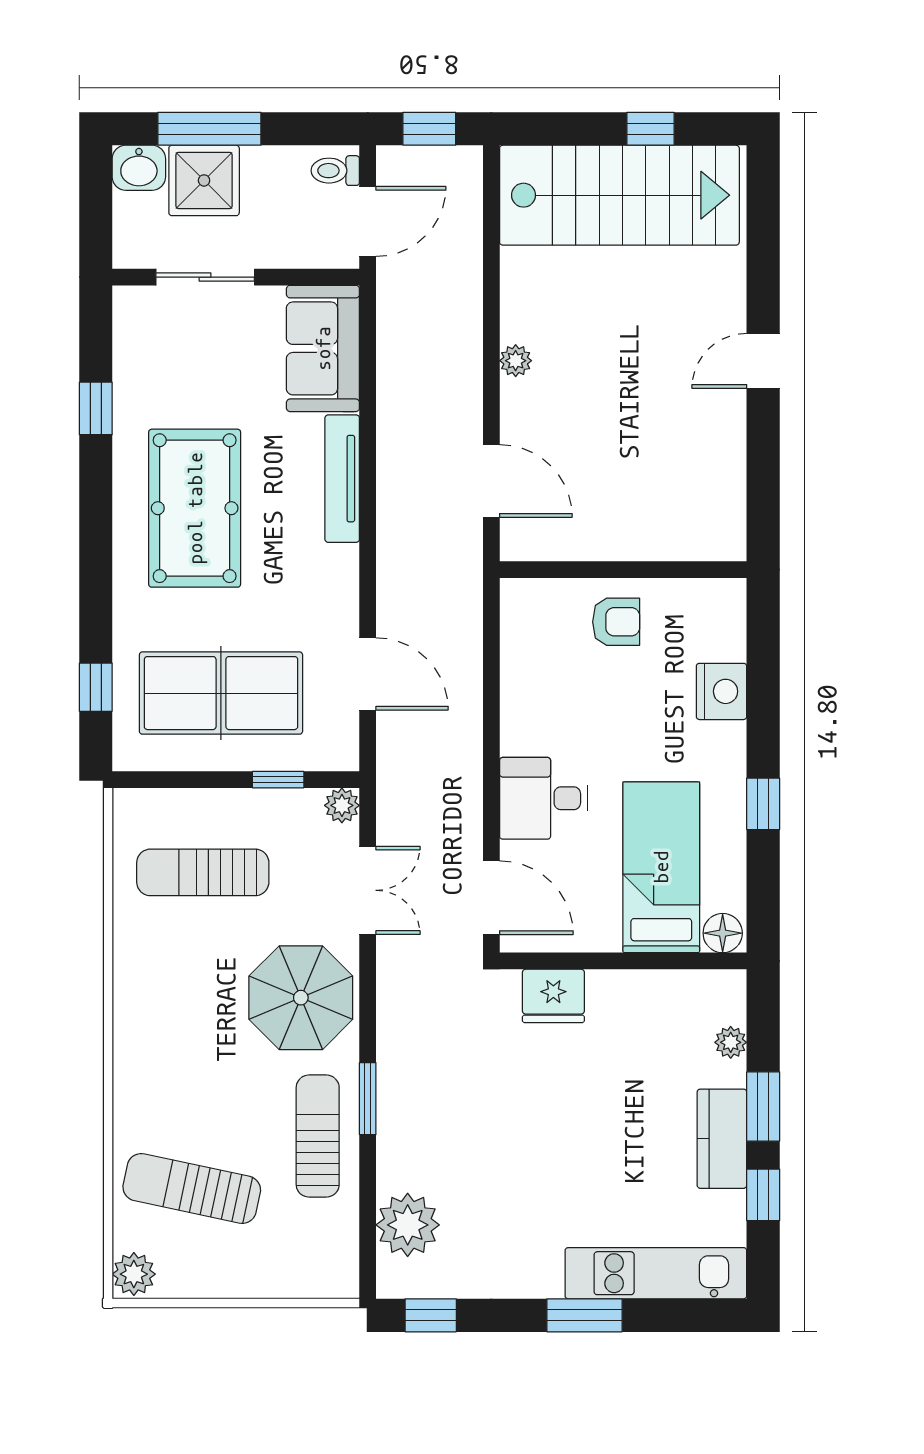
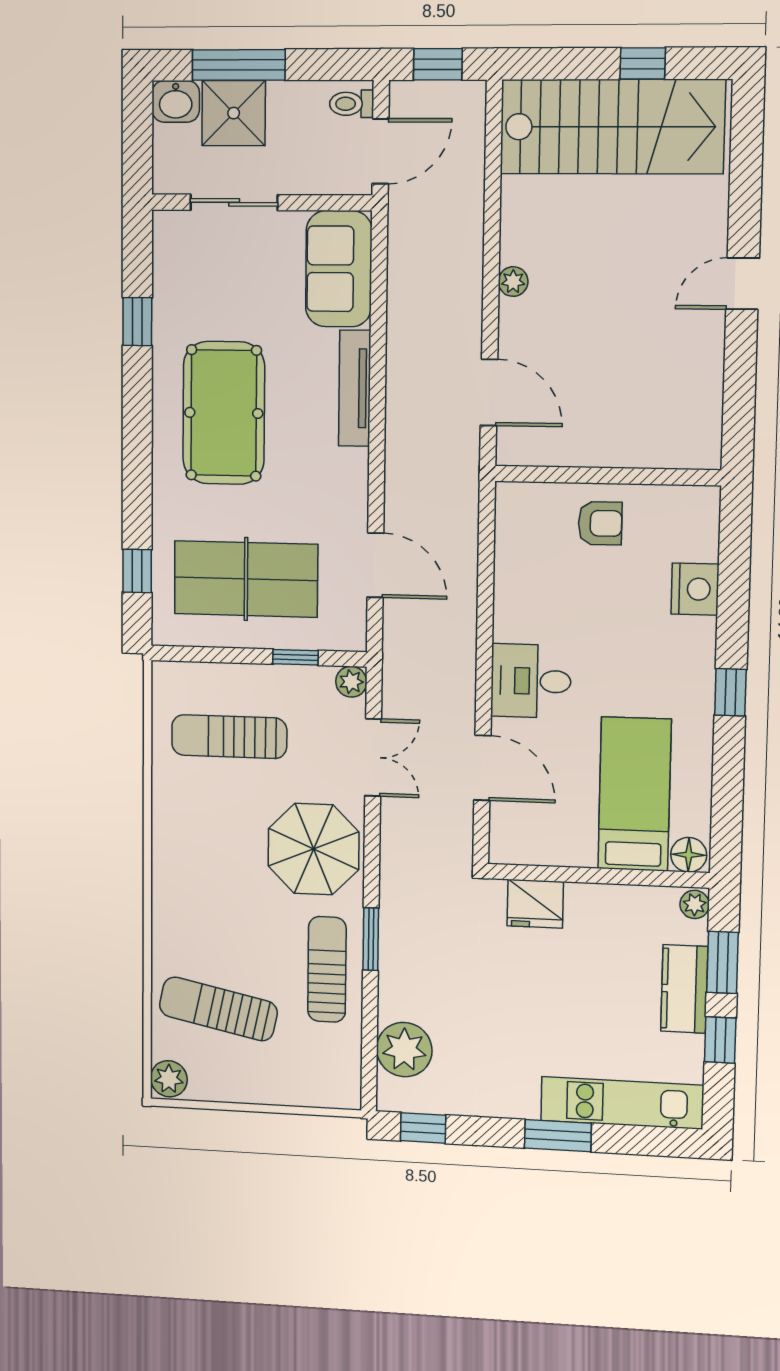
bed: (661, 867) -> (635, 794), moved
floor lamp: (723, 933) -> (689, 855), moved
wall: (623, 961) -> (598, 876), moved
fridge: (553, 996) -> (535, 904), moved

